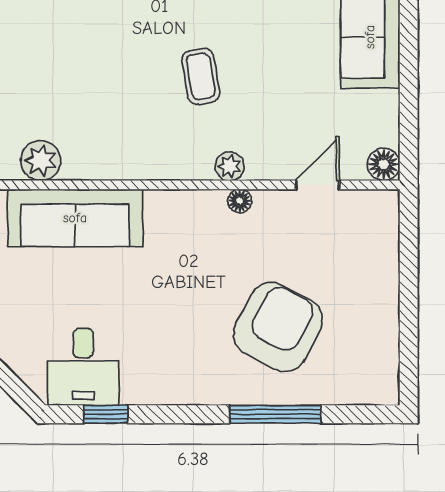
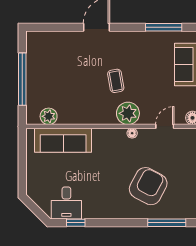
plant: (230, 166) -> (128, 113), width x1.87, depth x1.87
window: (275, 414) -> (167, 223), moved

